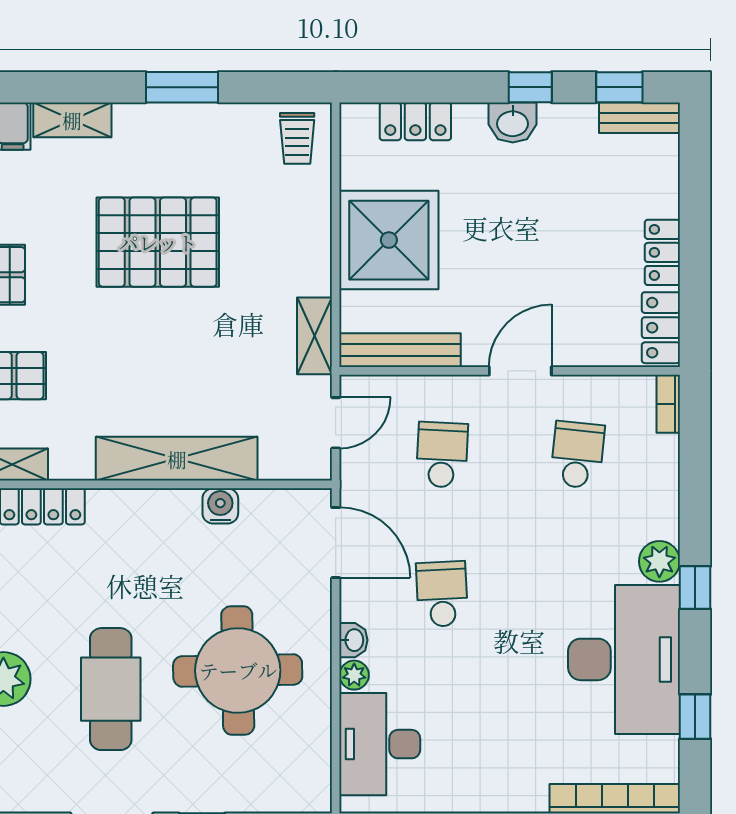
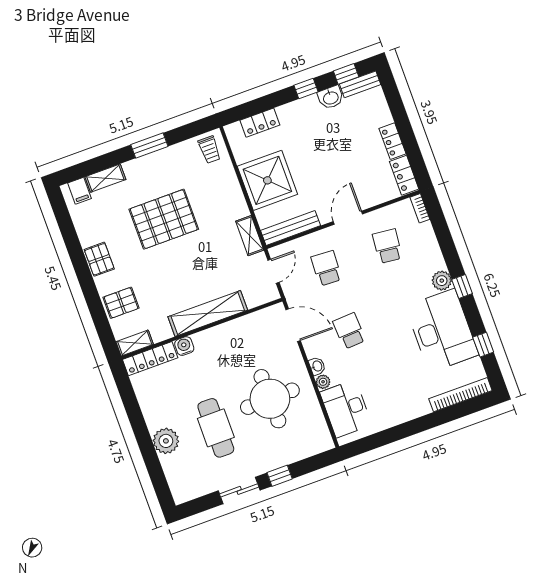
washbasin: (513, 123) -> (331, 97), moved
water cooler: (220, 506) -> (184, 346), moved

